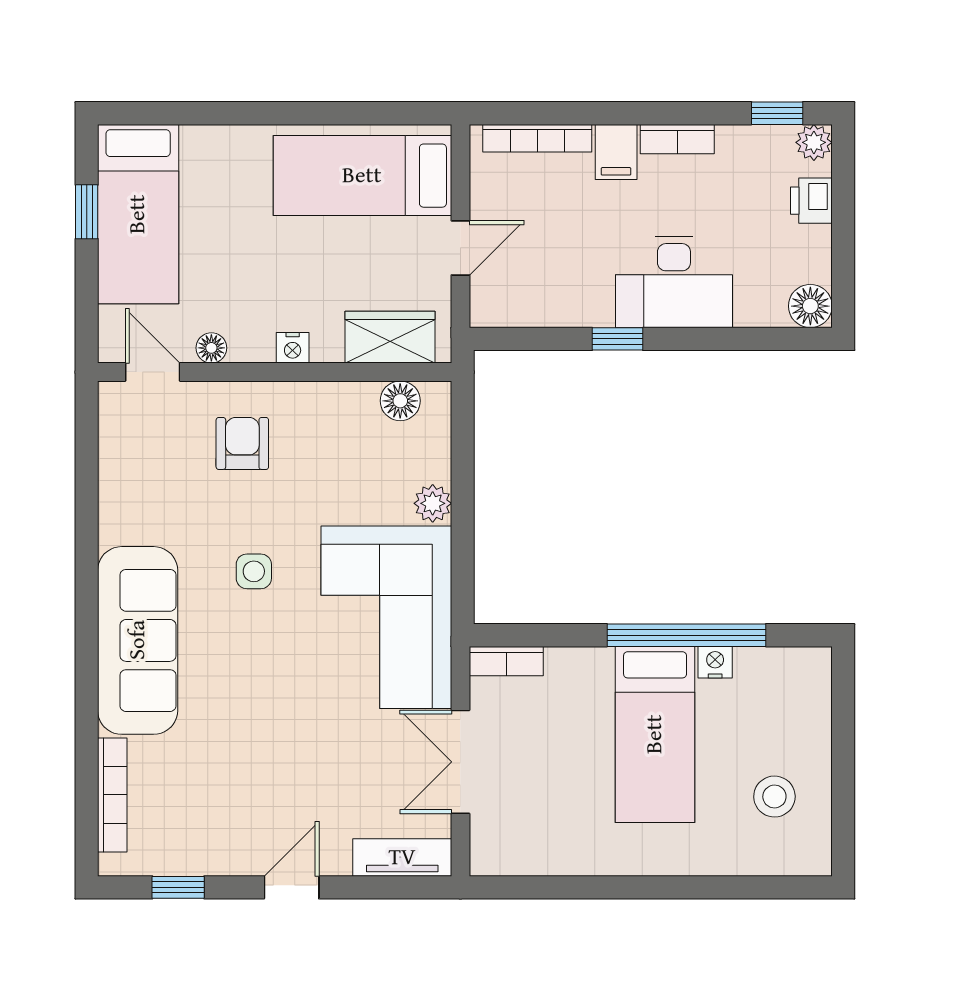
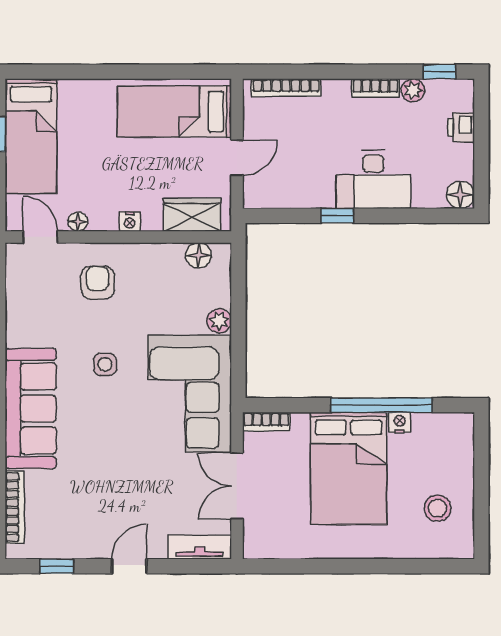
plant: (814, 142) -> (413, 90), moved
filing cabinet: (616, 152) -> (336, 96), removed
bed: (655, 734) -> (349, 468), width x1.50

